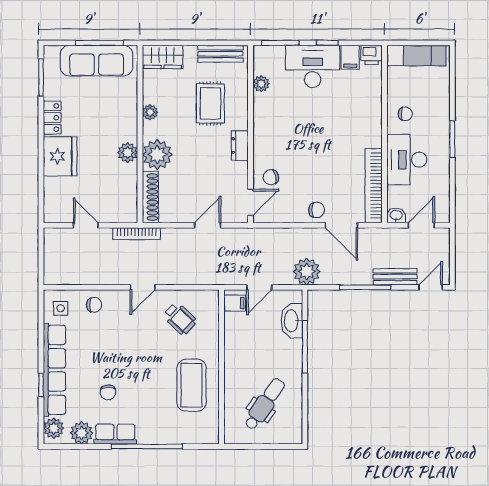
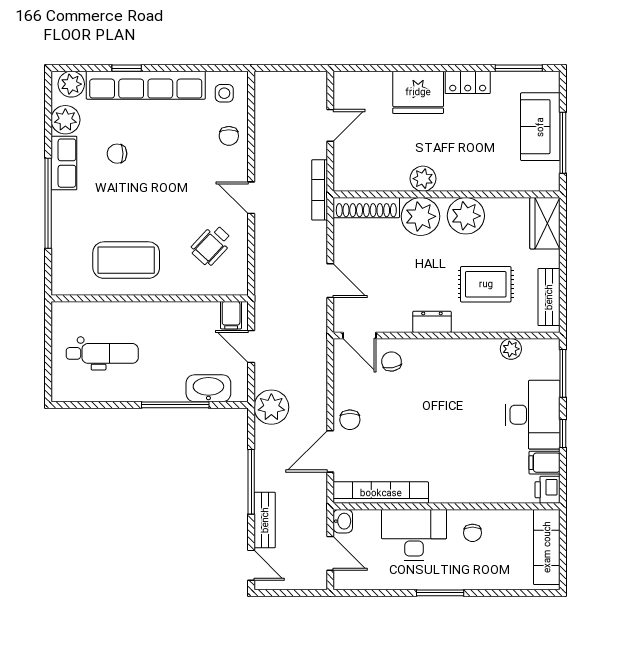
sofa: (96, 61) -> (540, 127), width x0.73
plant: (150, 112) -> (466, 216), width x1.88, depth x1.88
dental chair: (265, 404) -> (102, 353), turned -34

